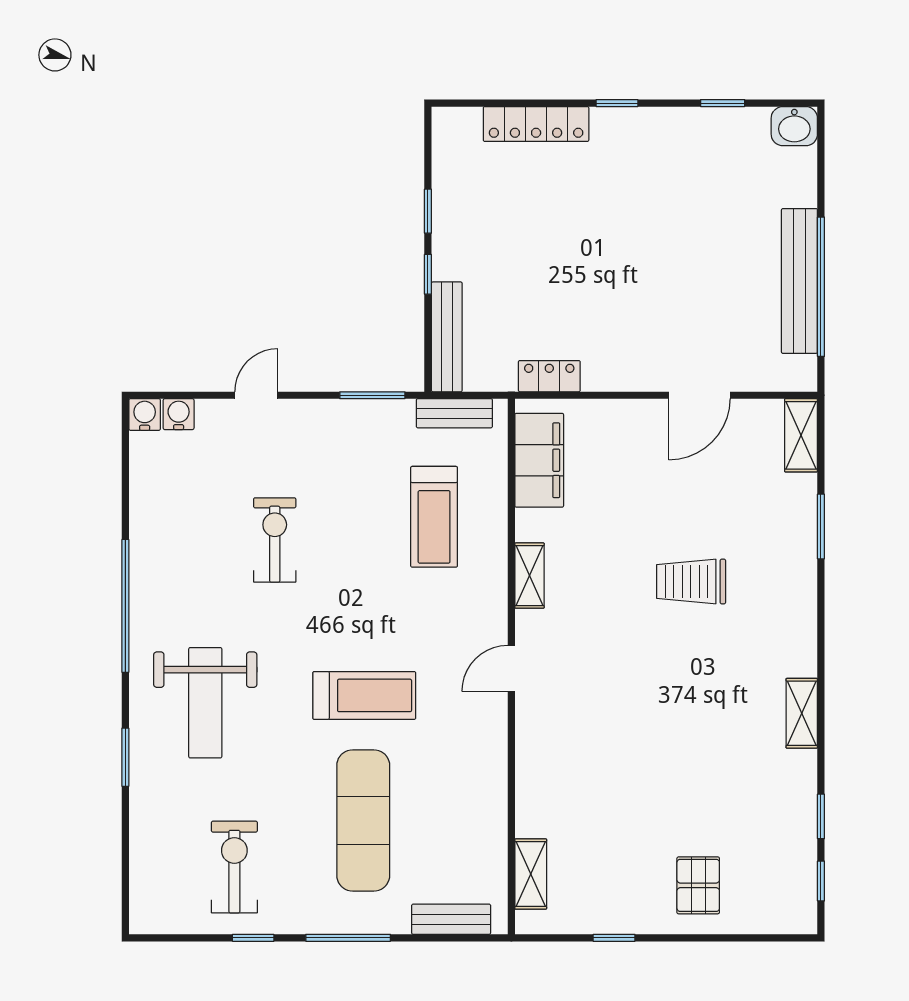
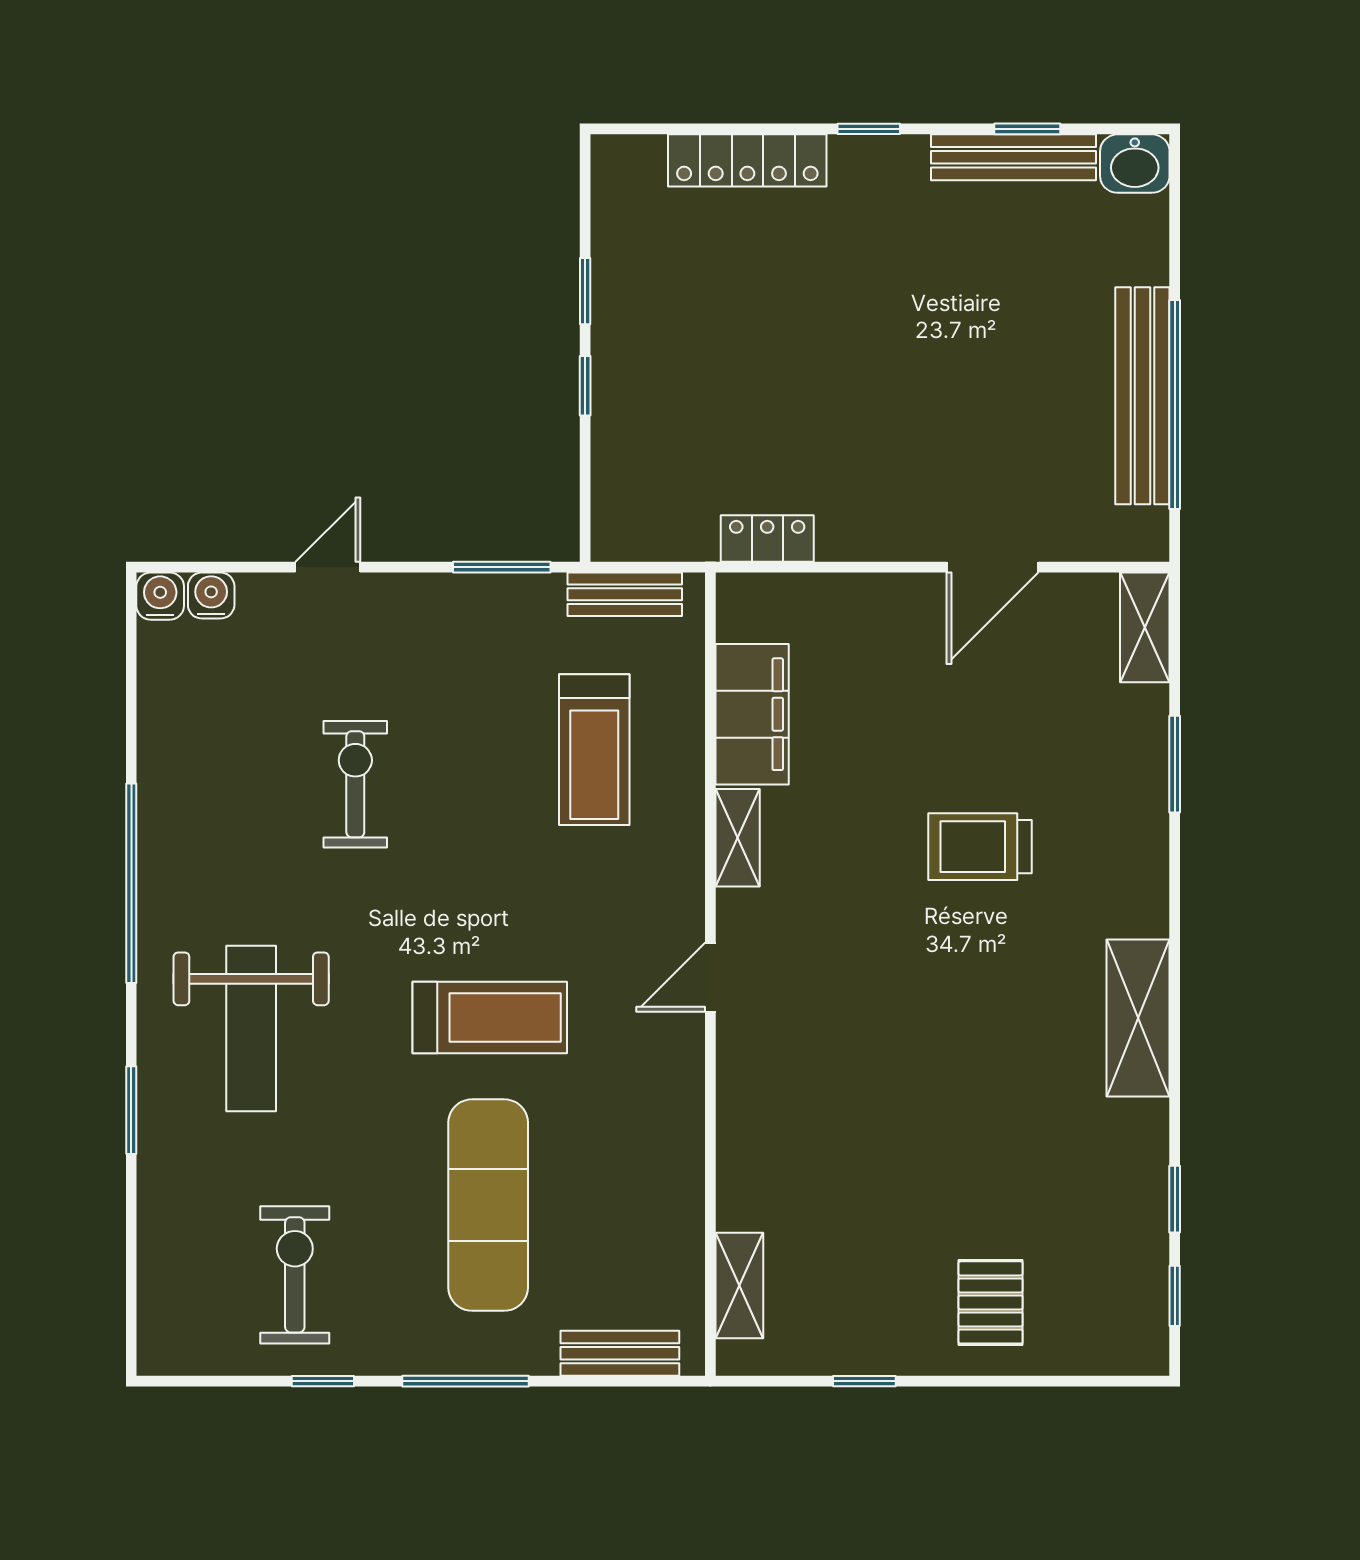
bench: (447, 337) -> (1013, 157), moved, turned 90
filing cabinet: (539, 460) -> (752, 714), moved
shelving: (802, 713) -> (1138, 1018), width x1.50, depth x1.33

